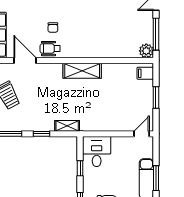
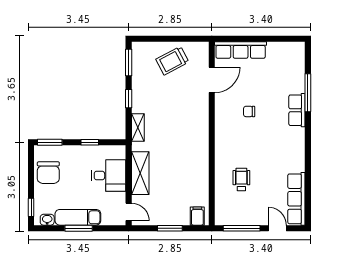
wheelchair: (50, 49) -> (241, 179), moved
plant: (146, 51) -> (223, 217), removed
shelving: (82, 71) -> (140, 173), moved
desk: (97, 152) -> (109, 176), moved

